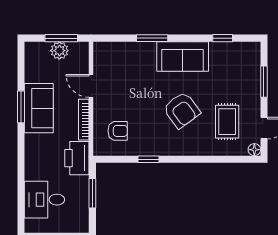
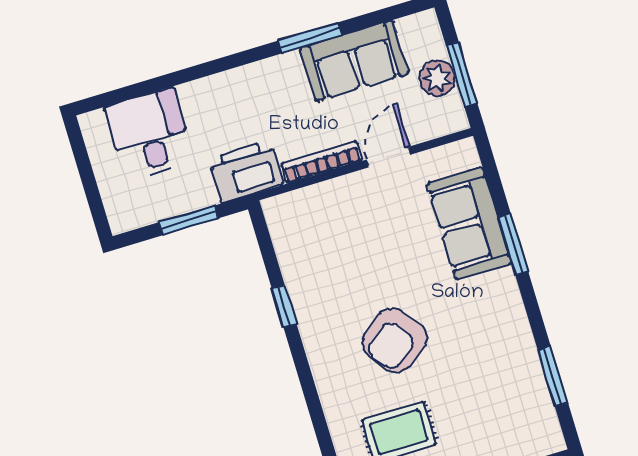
window: (223, 38) -> (553, 376), width x1.50
sofa: (183, 56) -> (469, 224), moved
sofa: (39, 108) -> (354, 61), moved
armchair: (118, 131) -> (320, 232), removed

